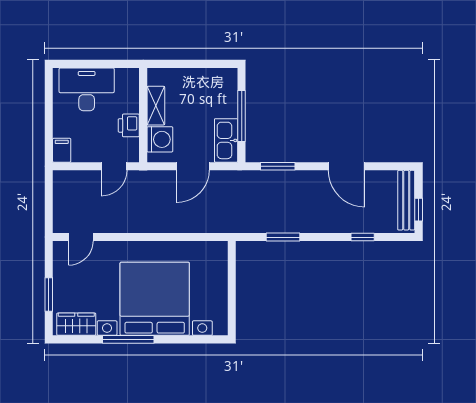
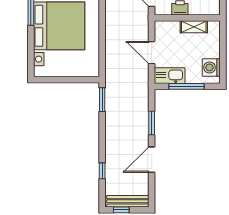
washing machine: (160, 139) -> (211, 67), moved, turned 90
window: (278, 166) -> (152, 123), moved
window: (283, 237) -> (102, 100), moved

